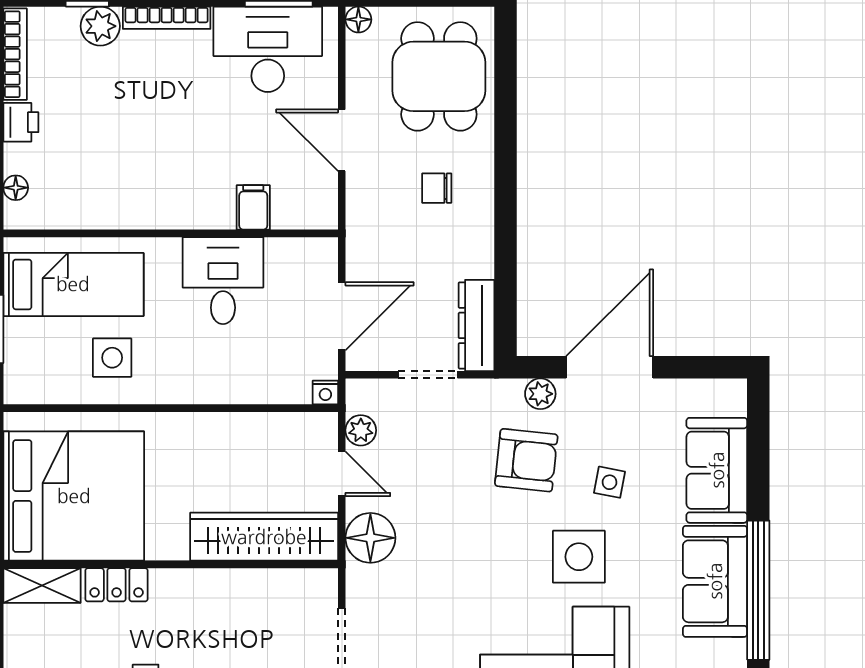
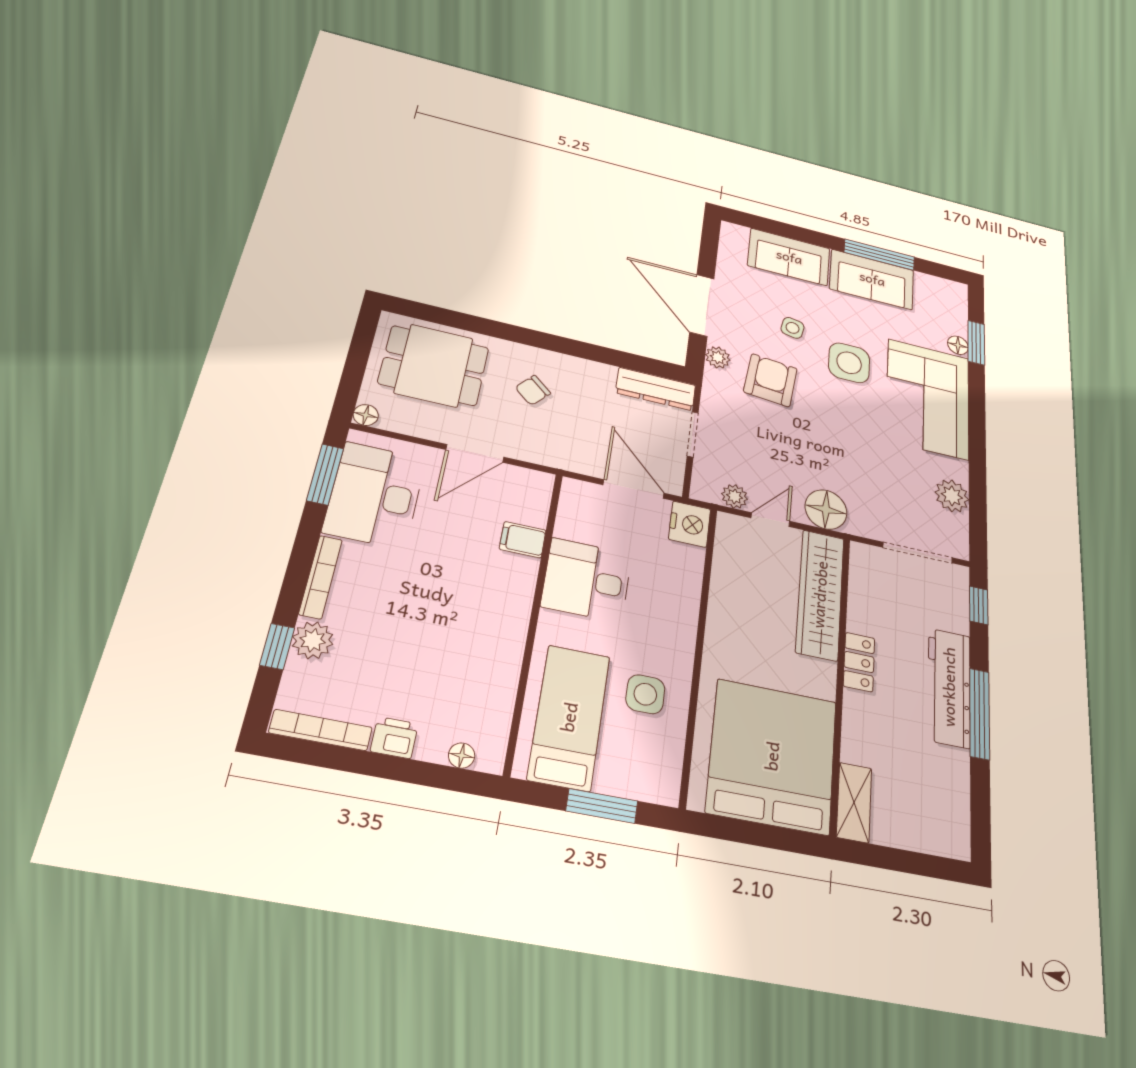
chair: (437, 188) -> (533, 390), turned 41
nightstand: (325, 393) -> (690, 524), width x1.89, depth x1.79
locker: (117, 585) -> (859, 662), moved
window: (758, 590) -> (879, 255), width x0.68

